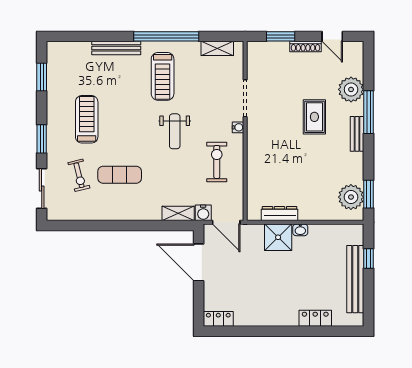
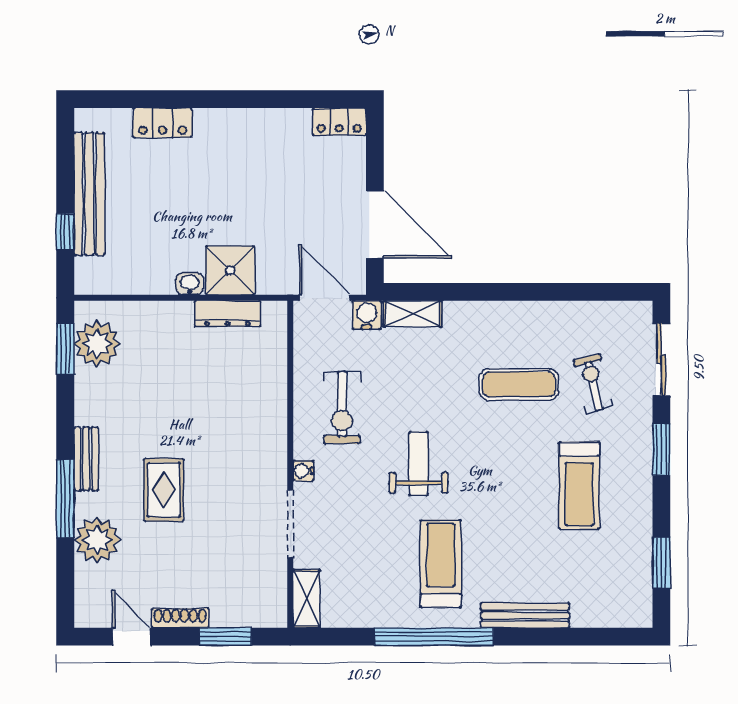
shelving: (217, 48) -> (306, 599), moved, turned 90

